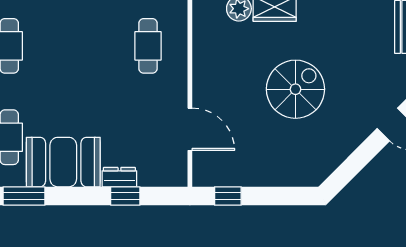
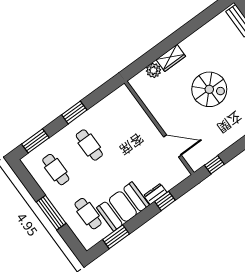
cafe table: (148, 46) -> (89, 145), moved
spiral stairs: (295, 89) -> (209, 89), turned 90

